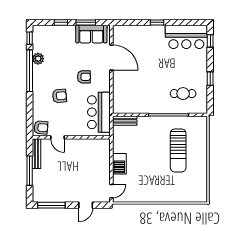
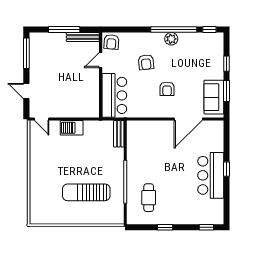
bar counter: (186, 37) -> (211, 175), moved
plant: (38, 59) -> (171, 39), moved
bar counter: (99, 112) -> (114, 95), moved, turned 90

